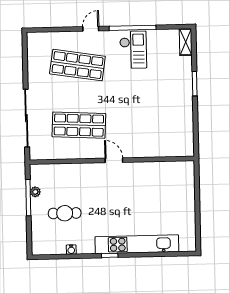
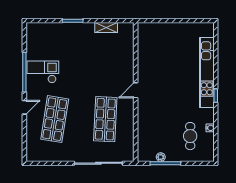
door: (91, 29) -> (24, 107), swing flipped
shelving: (186, 42) -> (106, 28), moved
cafe table: (65, 213) -> (190, 136), moved

